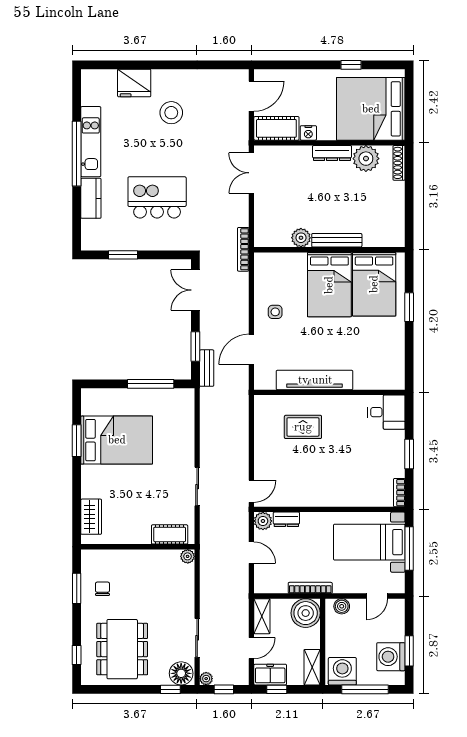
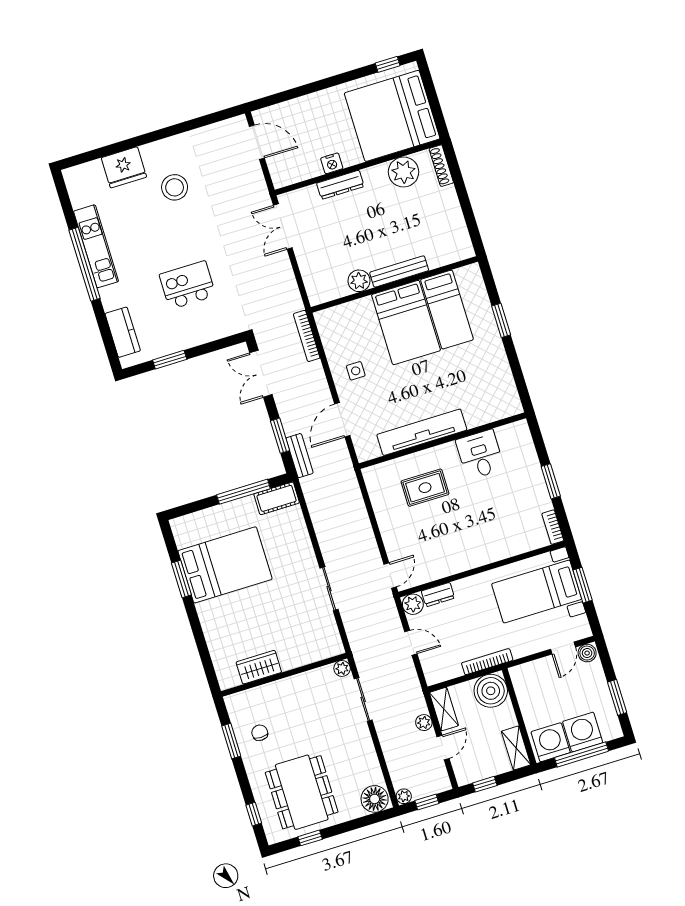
window: (351, 65) -> (388, 64), moved
door: (251, 96) -> (257, 142), hinge flipped
cot: (276, 128) -> (295, 169), removed
dresser: (332, 153) -> (340, 185), moved
kitchen island: (157, 197) -> (188, 285), width x0.73, depth x0.78
kitchen counter: (91, 198) -> (123, 332), moved
bookcase: (243, 249) -> (307, 336), moved
bed: (374, 284) -> (447, 310), width x0.67
desk: (386, 412) -> (480, 454), moved, turned -90
wardrobe: (91, 517) -> (259, 667), moved, turned -90
cot: (170, 534) -> (277, 498), moved
window: (409, 549) -> (583, 585), width x0.69
boiler: (342, 606) -> (587, 653), moved
plant: (242, 622) -> (424, 723), added
sliding door: (197, 638) -> (363, 700), moved
washing machine: (391, 657) -> (583, 732), moved, turned 90
freezer: (270, 675) -> (473, 770), removed
window: (170, 689) -> (310, 838), moved

